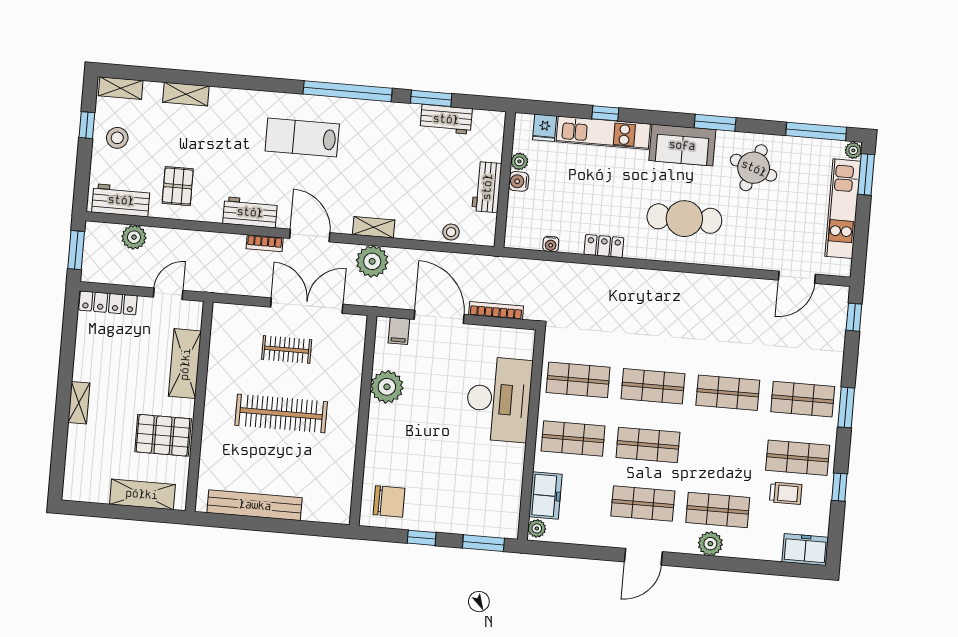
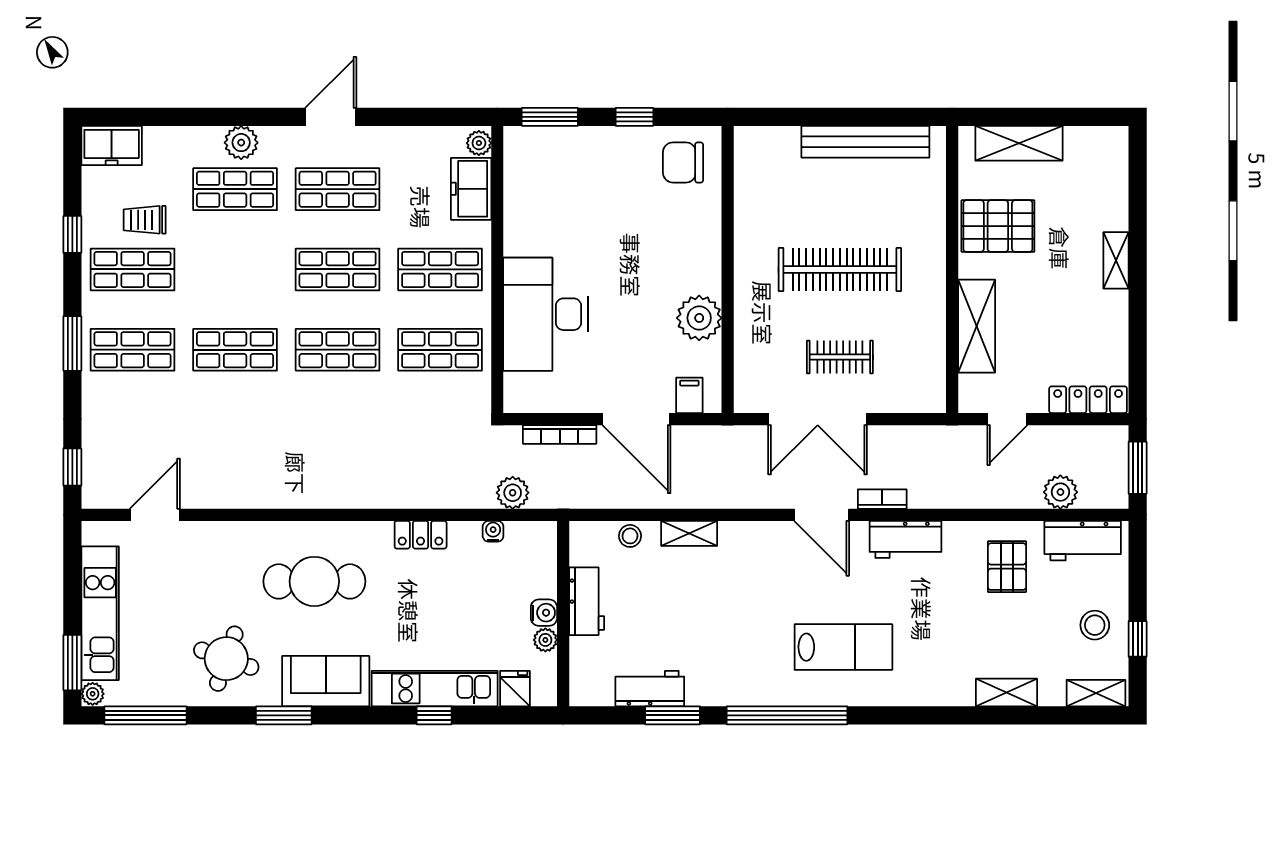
shelving: (374, 227) -> (689, 533), moved
plant: (372, 261) -> (513, 493), moved, width x0.73, depth x0.73

